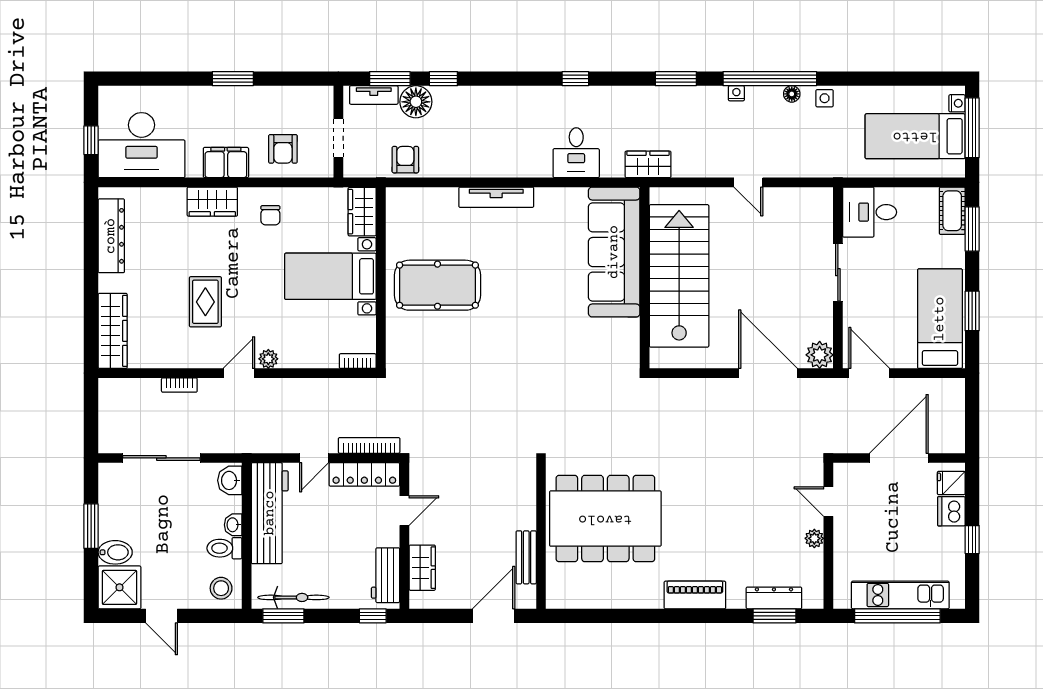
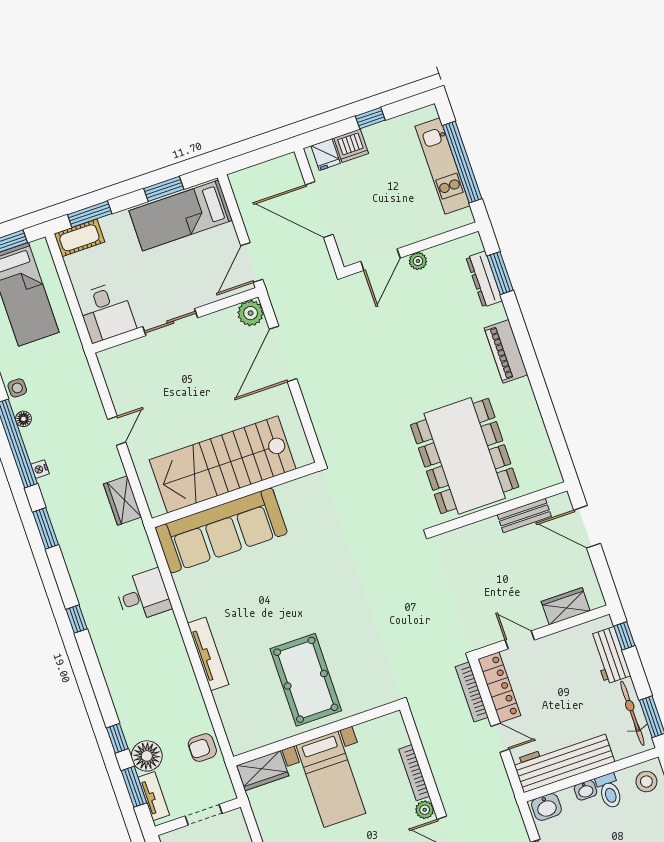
wardrobe: (648, 164) -> (122, 501), moved
bookcase: (358, 361) -> (414, 773), moved, width x1.56
door: (828, 502) -> (380, 260), width x1.38
workbench: (386, 575) -> (610, 655), moved, turned 90

